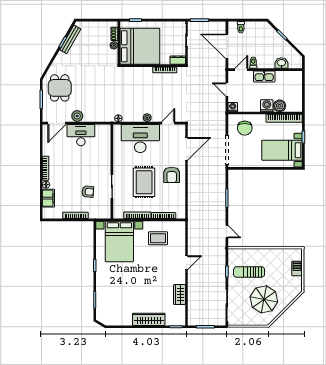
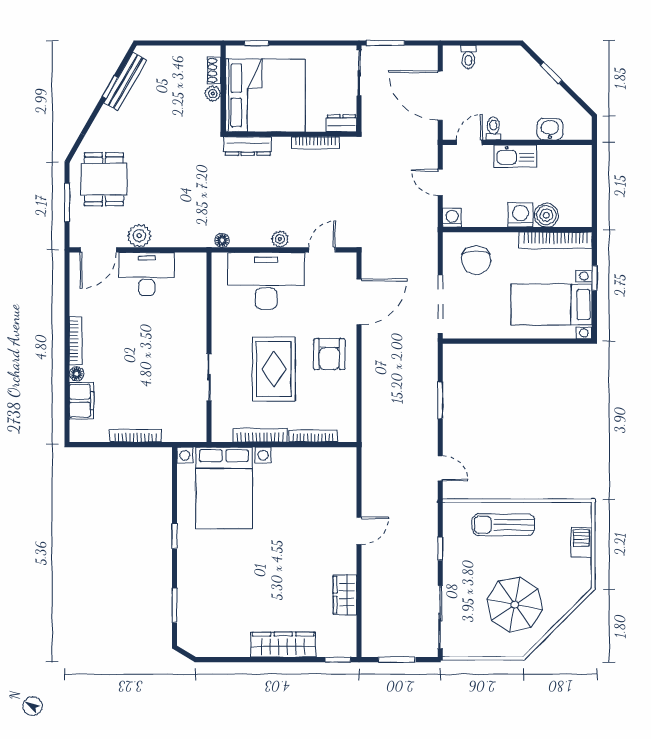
dresser: (131, 71) -> (248, 146), added
armchair: (88, 192) -> (160, 388), removed
rug: (158, 238) -> (302, 482), removed
sun lounger: (249, 272) -> (503, 525), moved

